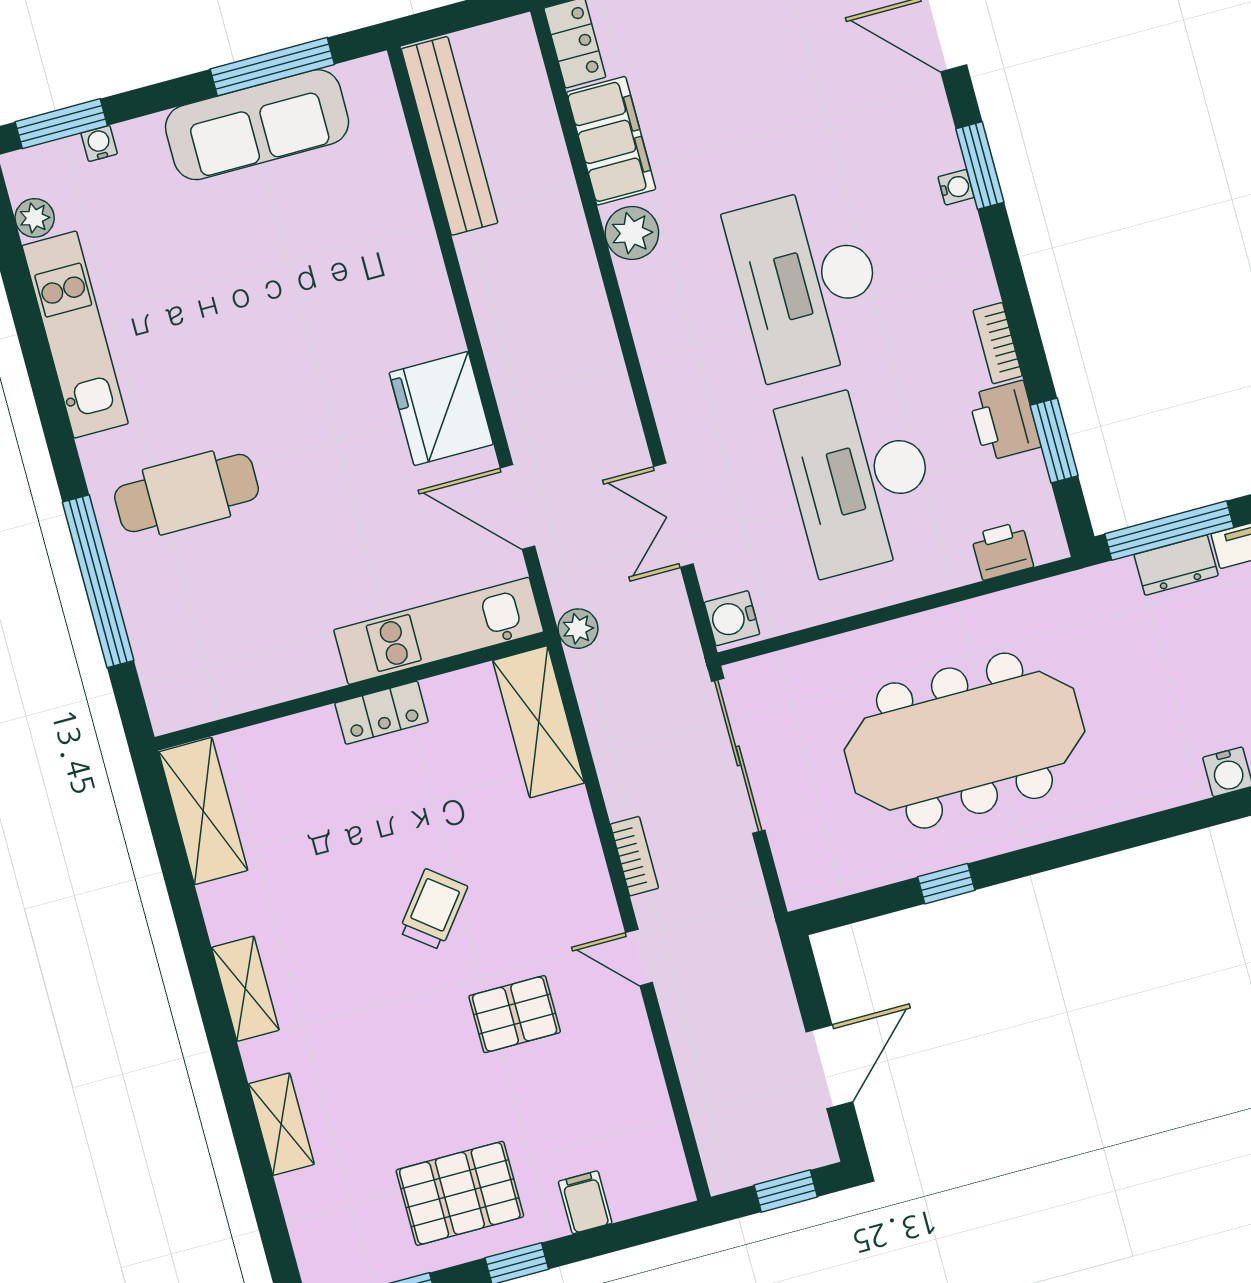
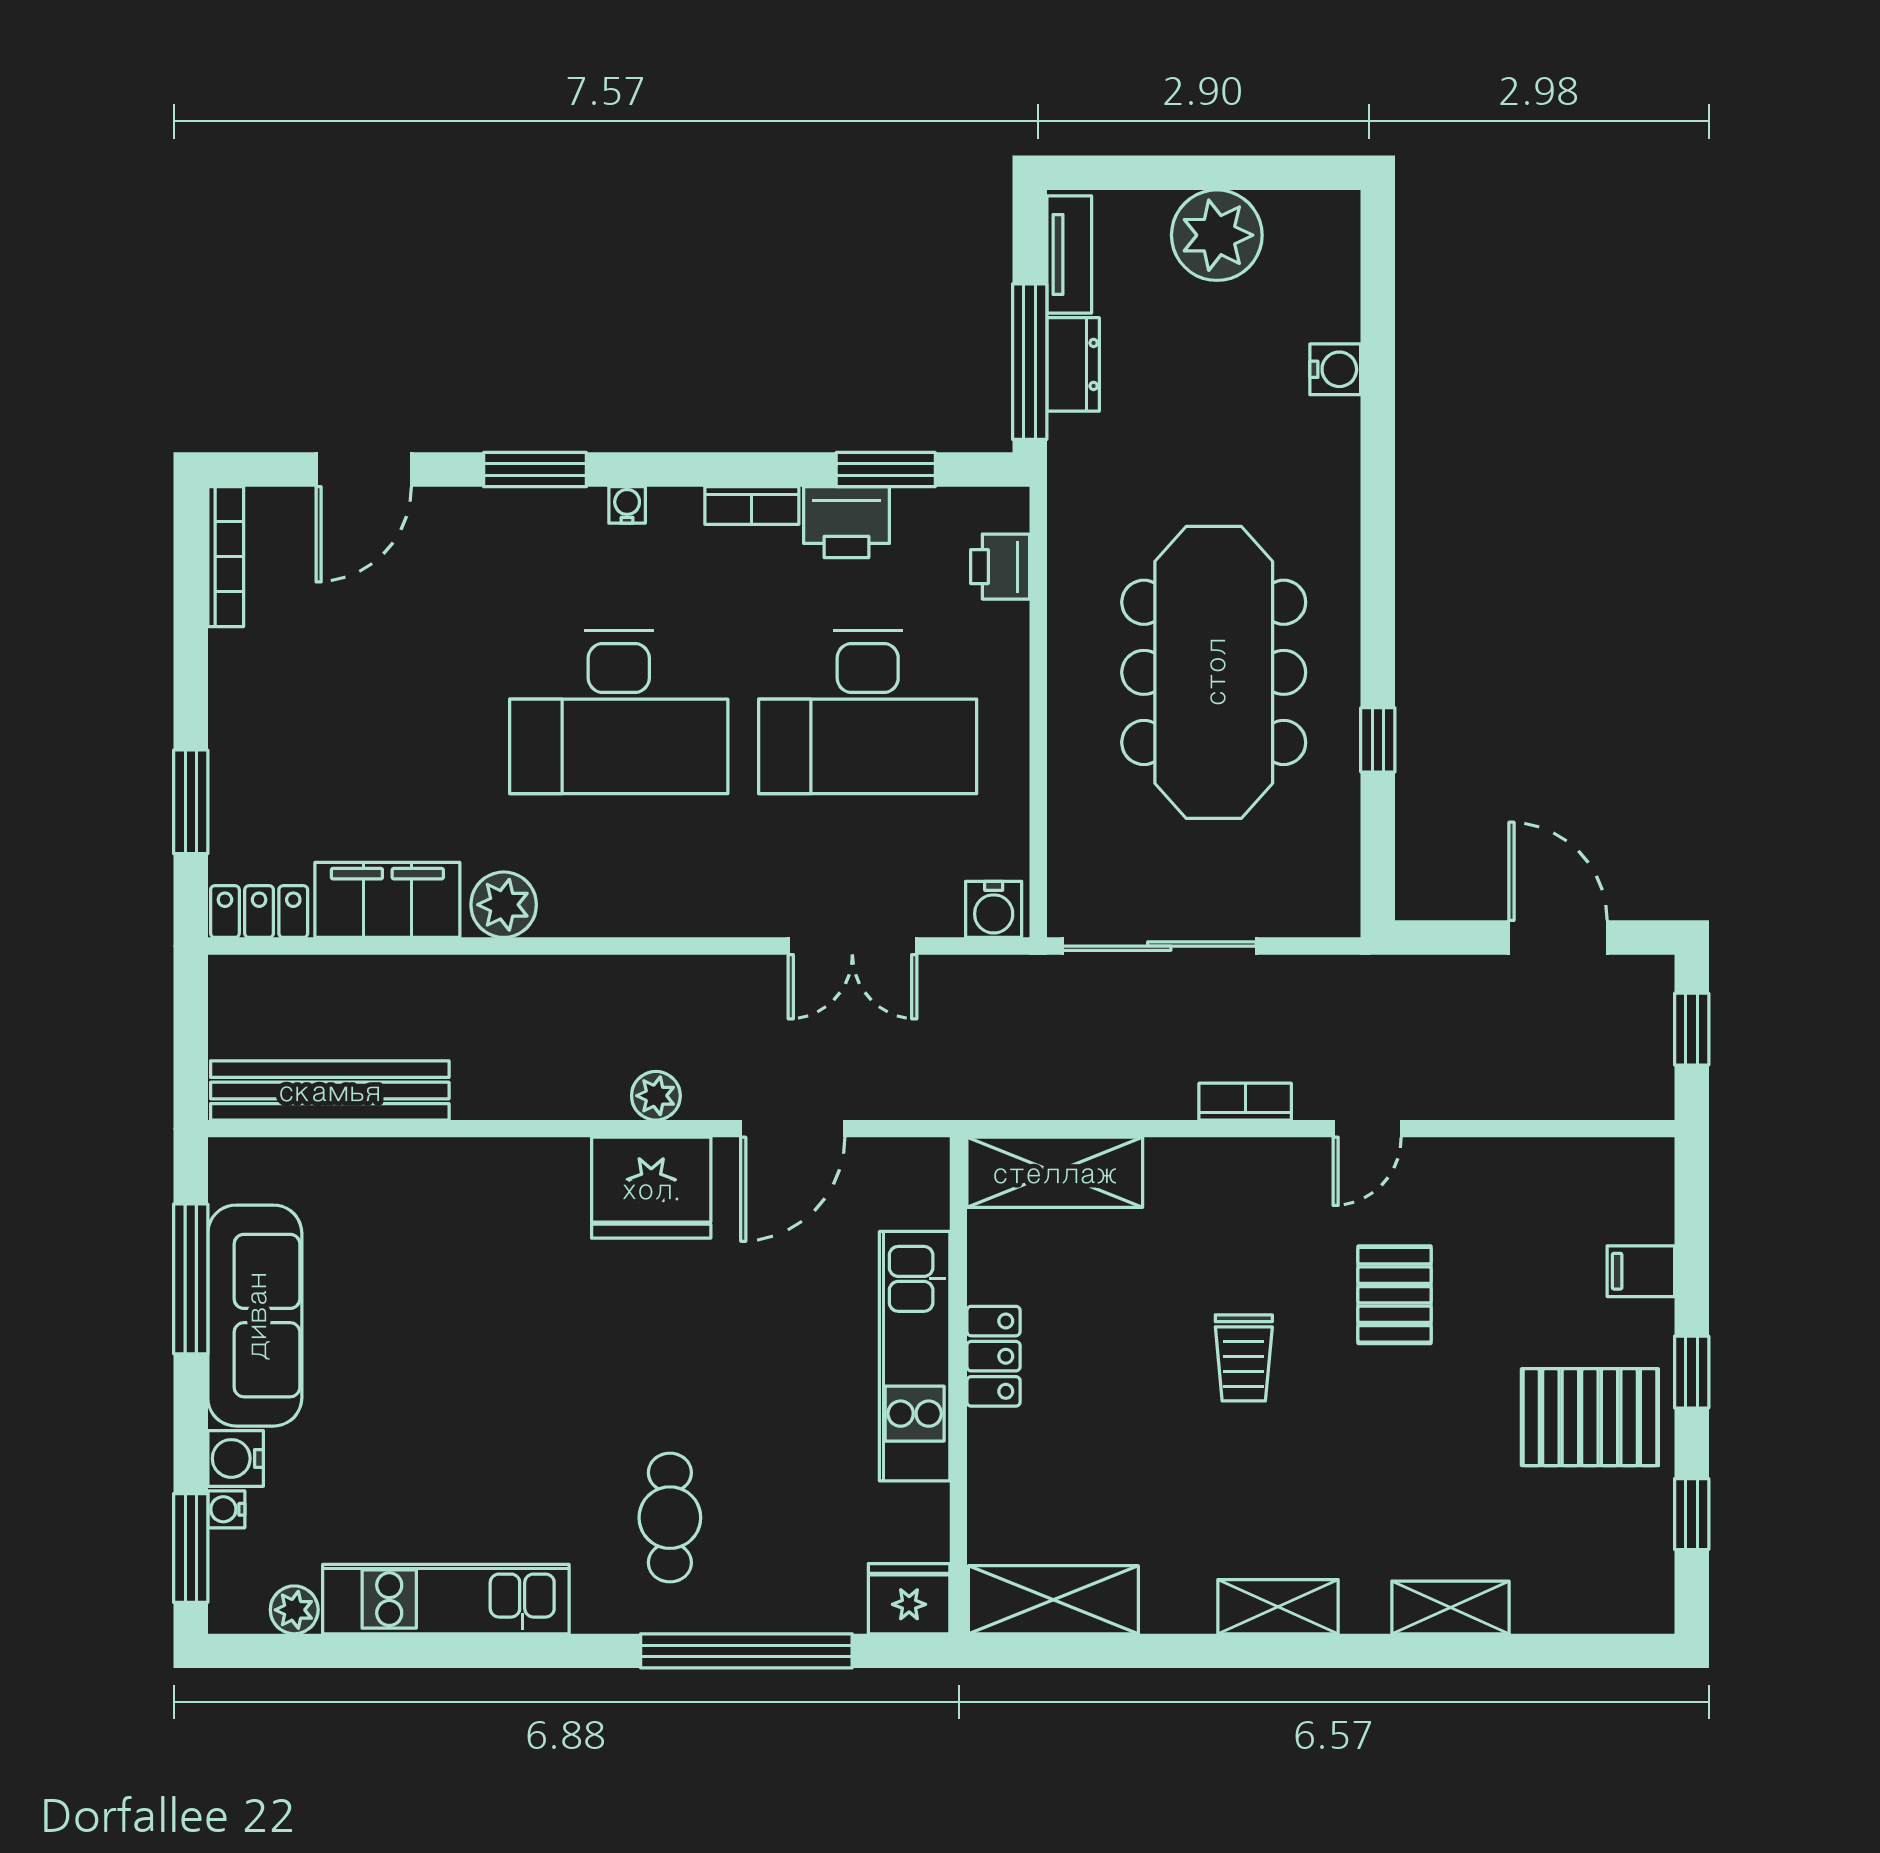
water cooler: (141, 140) -> (236, 1458), added
water cooler: (956, 187) -> (627, 505), moved
cafe table: (186, 493) -> (670, 1518), width x0.73, depth x0.74
plant: (578, 629) -> (656, 1096), moved
kitchen unit: (439, 631) -> (915, 1356), moved
fridge: (173, 698) -> (909, 1599), added
trolley: (433, 909) -> (1244, 1358), turned -128
pallet: (460, 1193) -> (1590, 1417), turned 90

